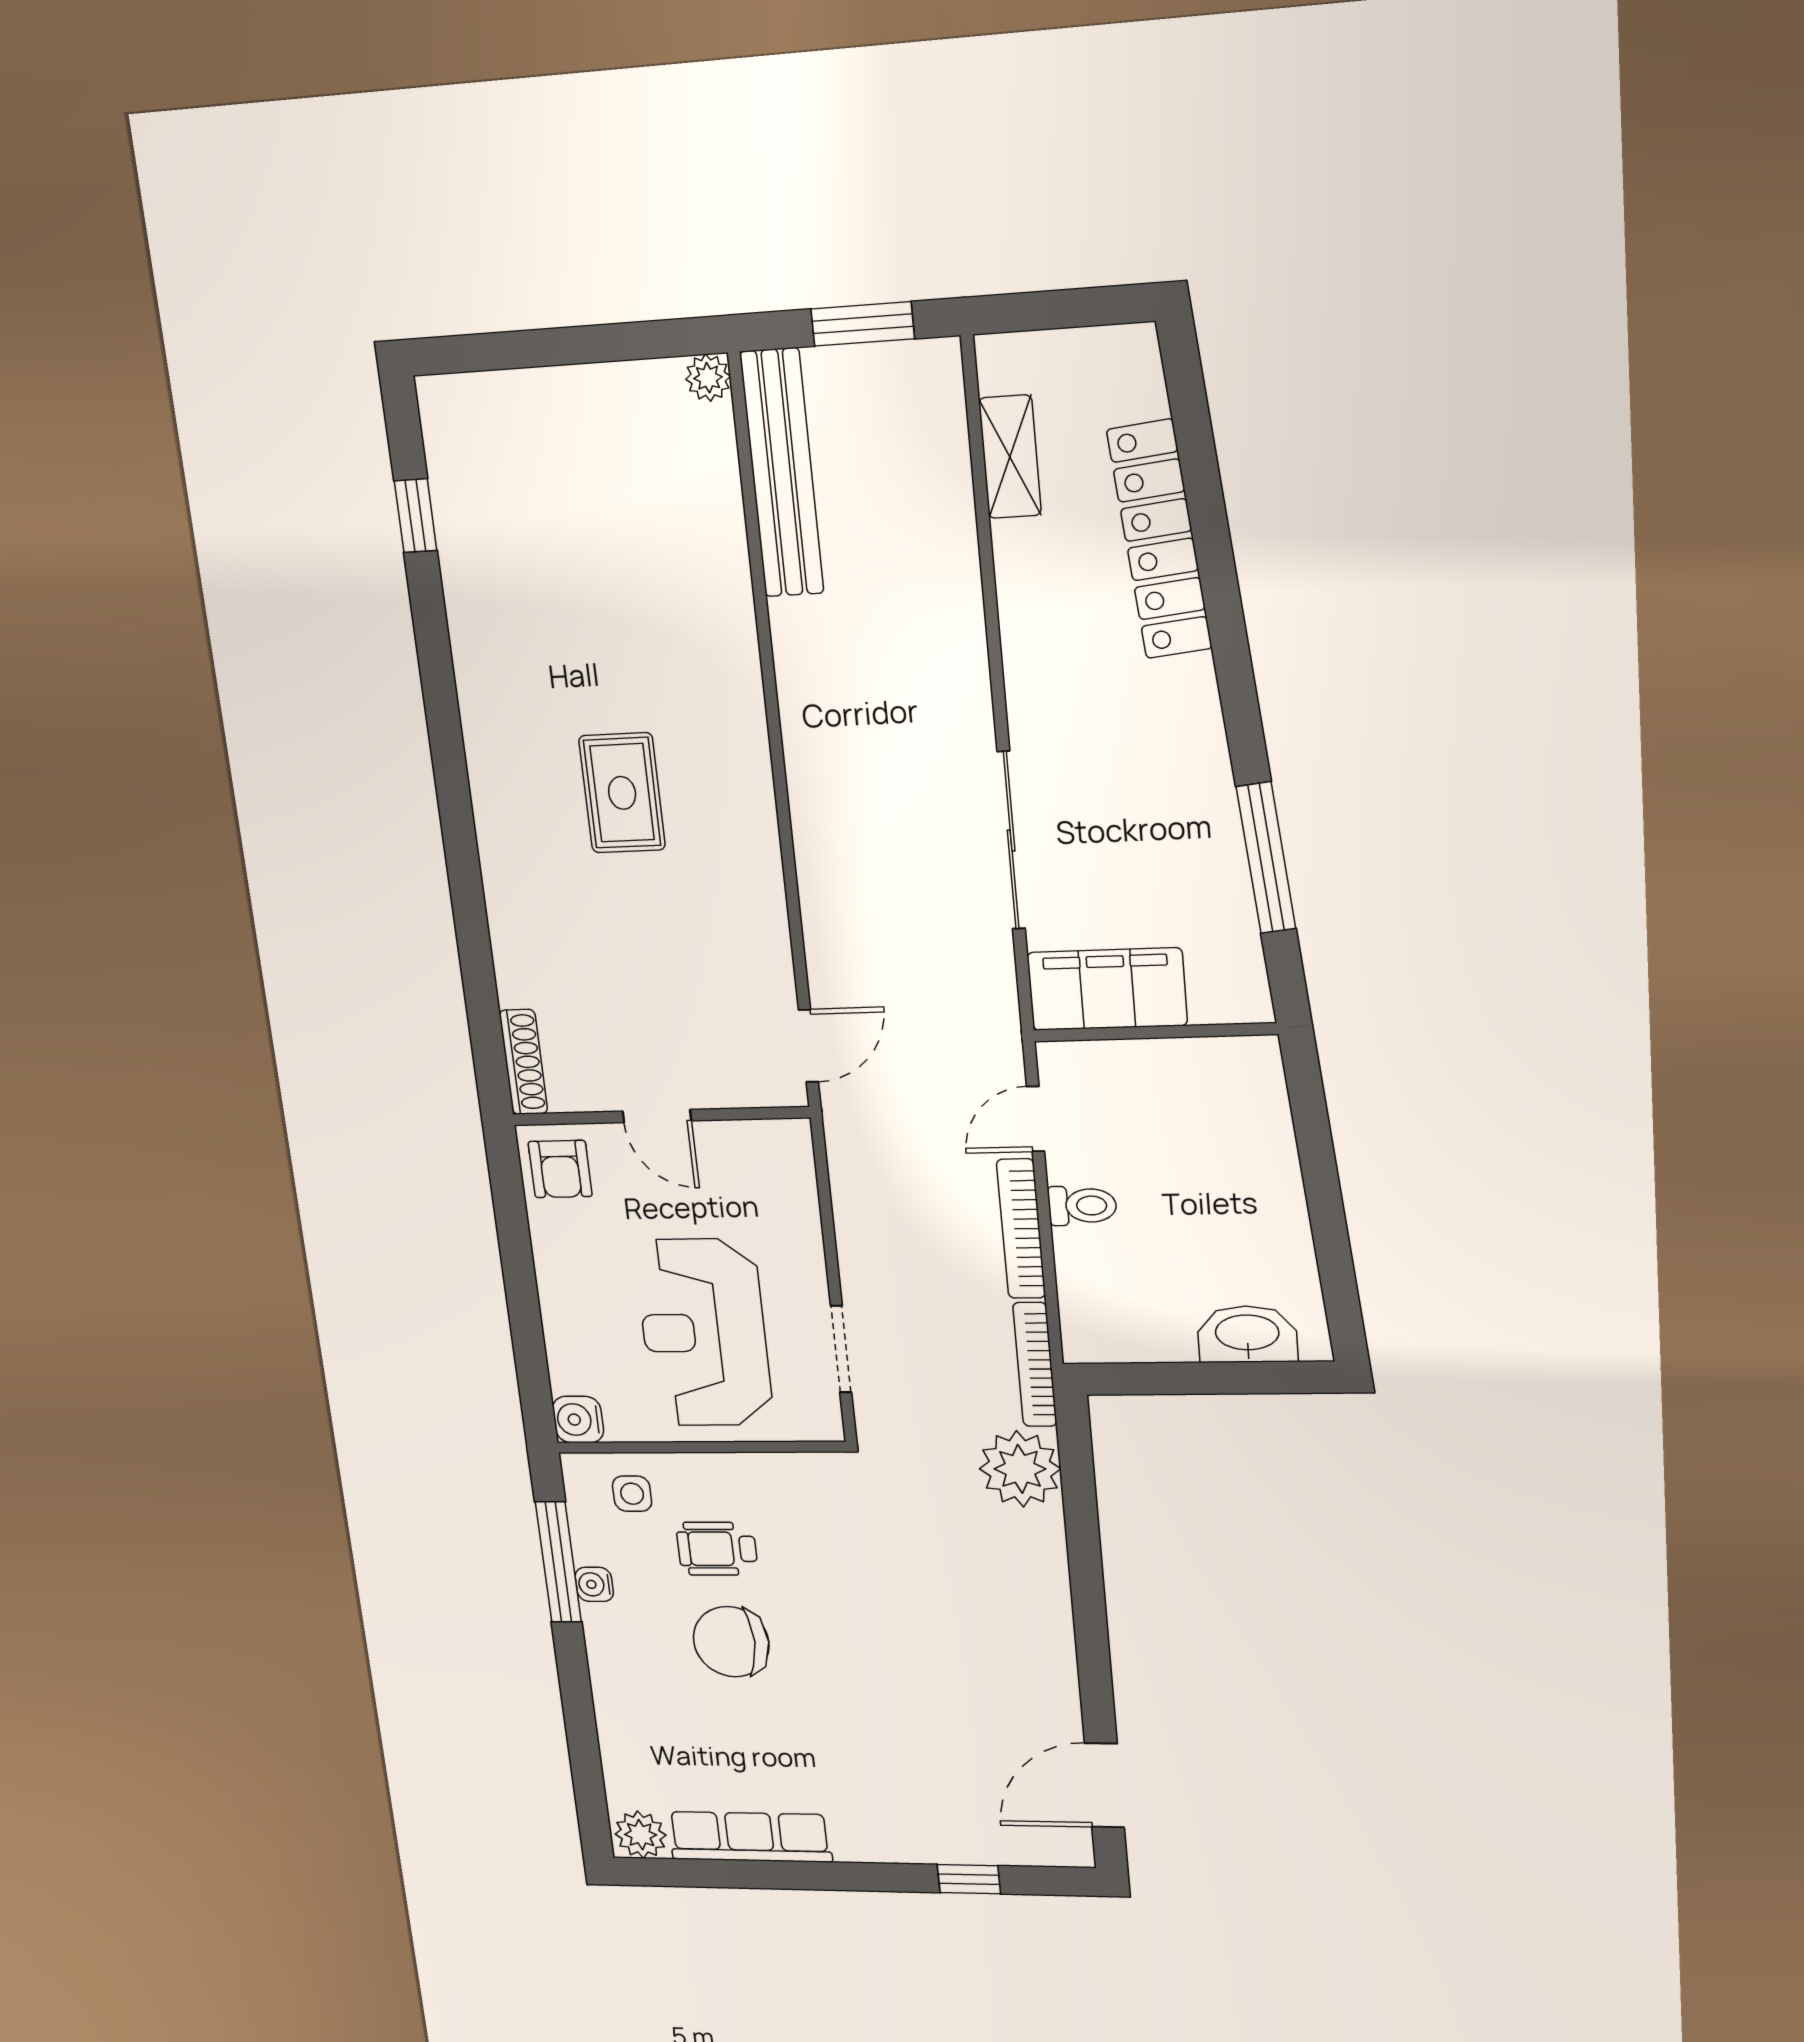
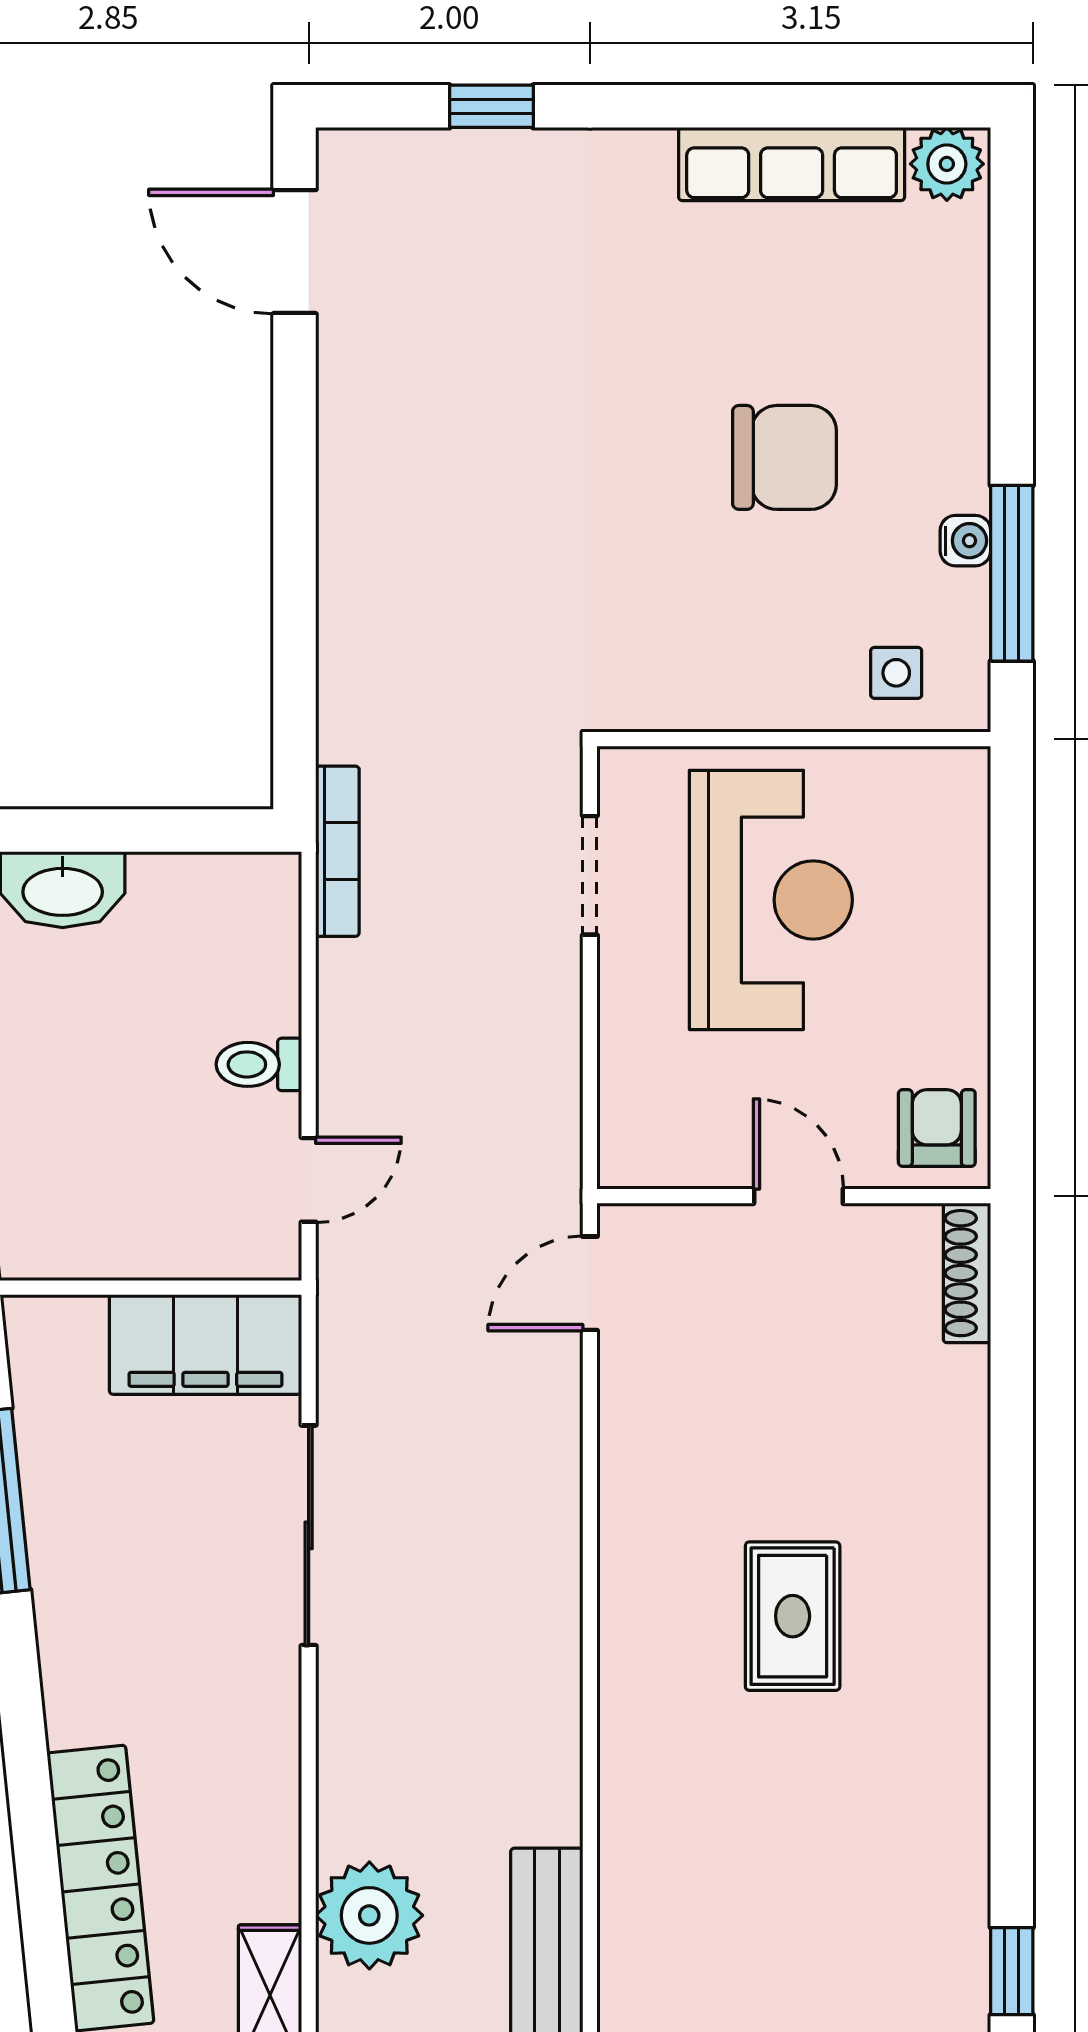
bookcase: (1021, 1229) -> (340, 1035), removed
water cooler: (578, 1420) -> (957, 779), removed
plant: (1020, 1469) -> (369, 1915), moved
wheelchair: (717, 1549) -> (788, 593), removed
door: (1104, 1785) -> (295, 252), swing flipped

